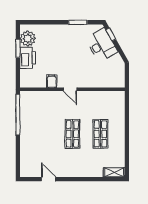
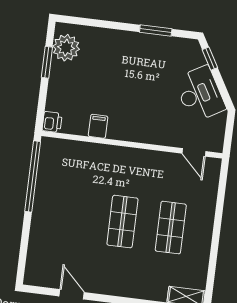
desk: (102, 45) -> (200, 94), moved
printer: (28, 58) -> (52, 122), moved, width x0.53, depth x0.68
door: (70, 89) -> (194, 152), moved

